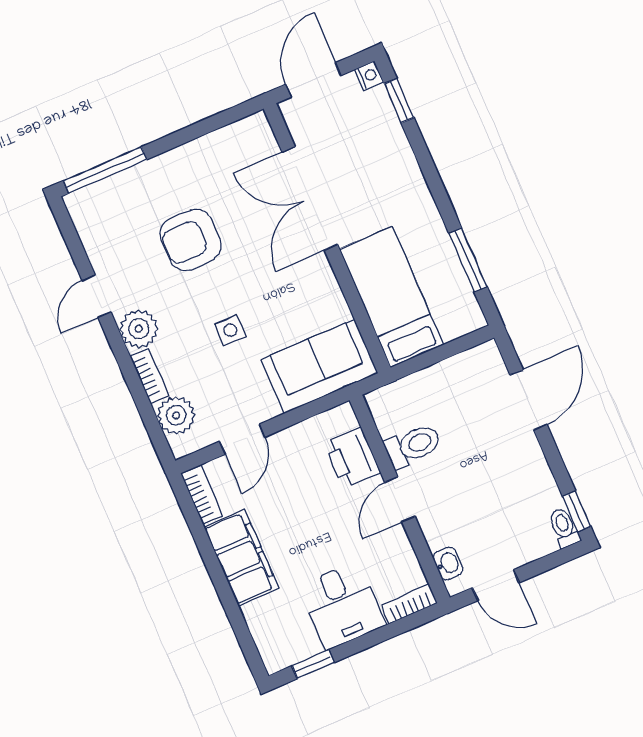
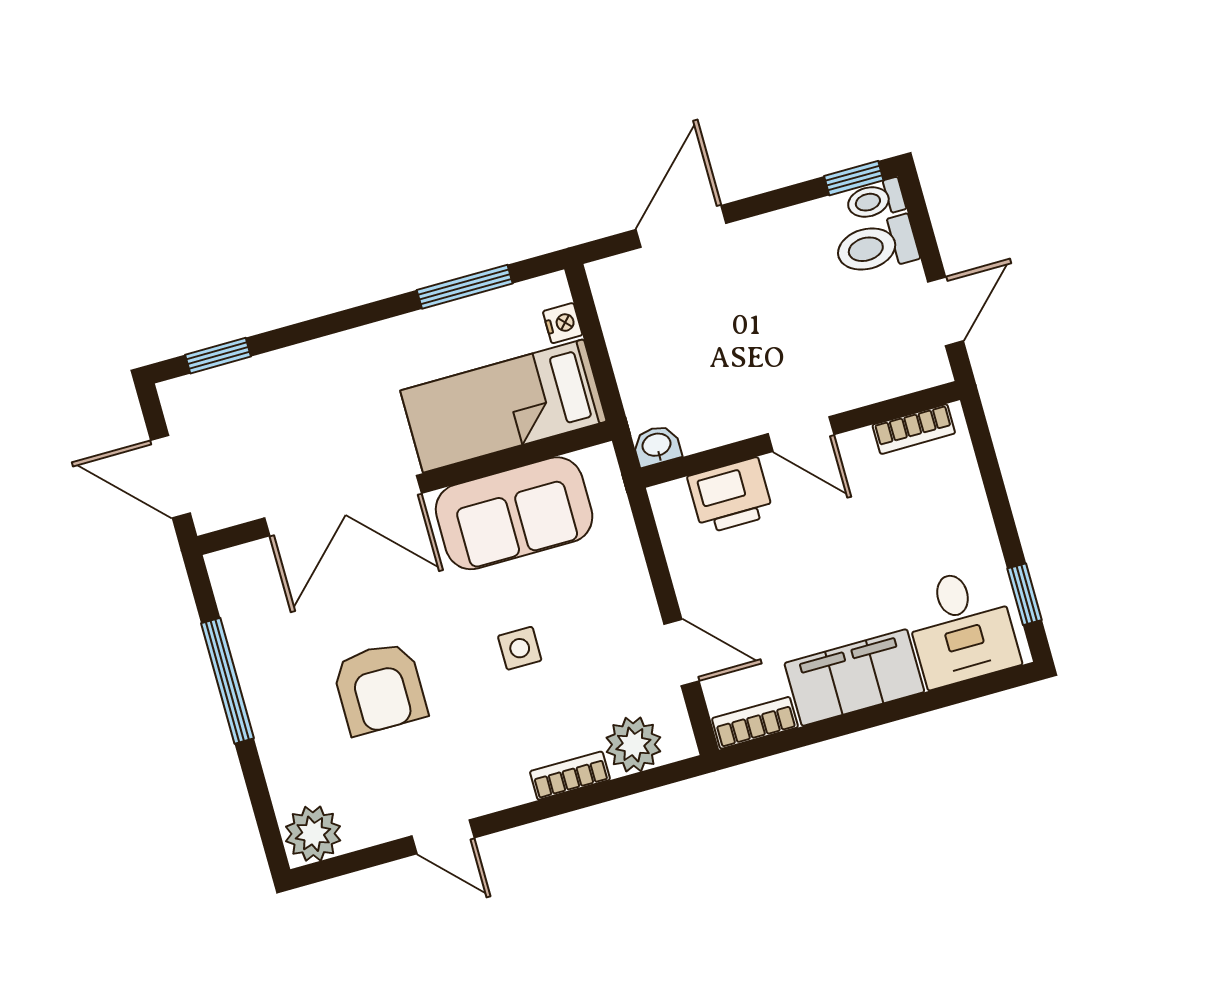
nightstand: (369, 76) -> (563, 323), moved, turned 90
window: (105, 170) -> (227, 681), moved
plant: (139, 329) -> (313, 834), moved
sofa: (320, 366) -> (514, 513), moved, turned -90
door: (528, 400) -> (681, 226), hinge flipped
toilet: (413, 446) -> (876, 246), moved, turned -90
washbasin: (448, 563) -> (657, 446), moved
bookcase: (409, 604) -> (914, 429), moved, turned -90
desk: (342, 605) -> (961, 627), moved, turned 90

